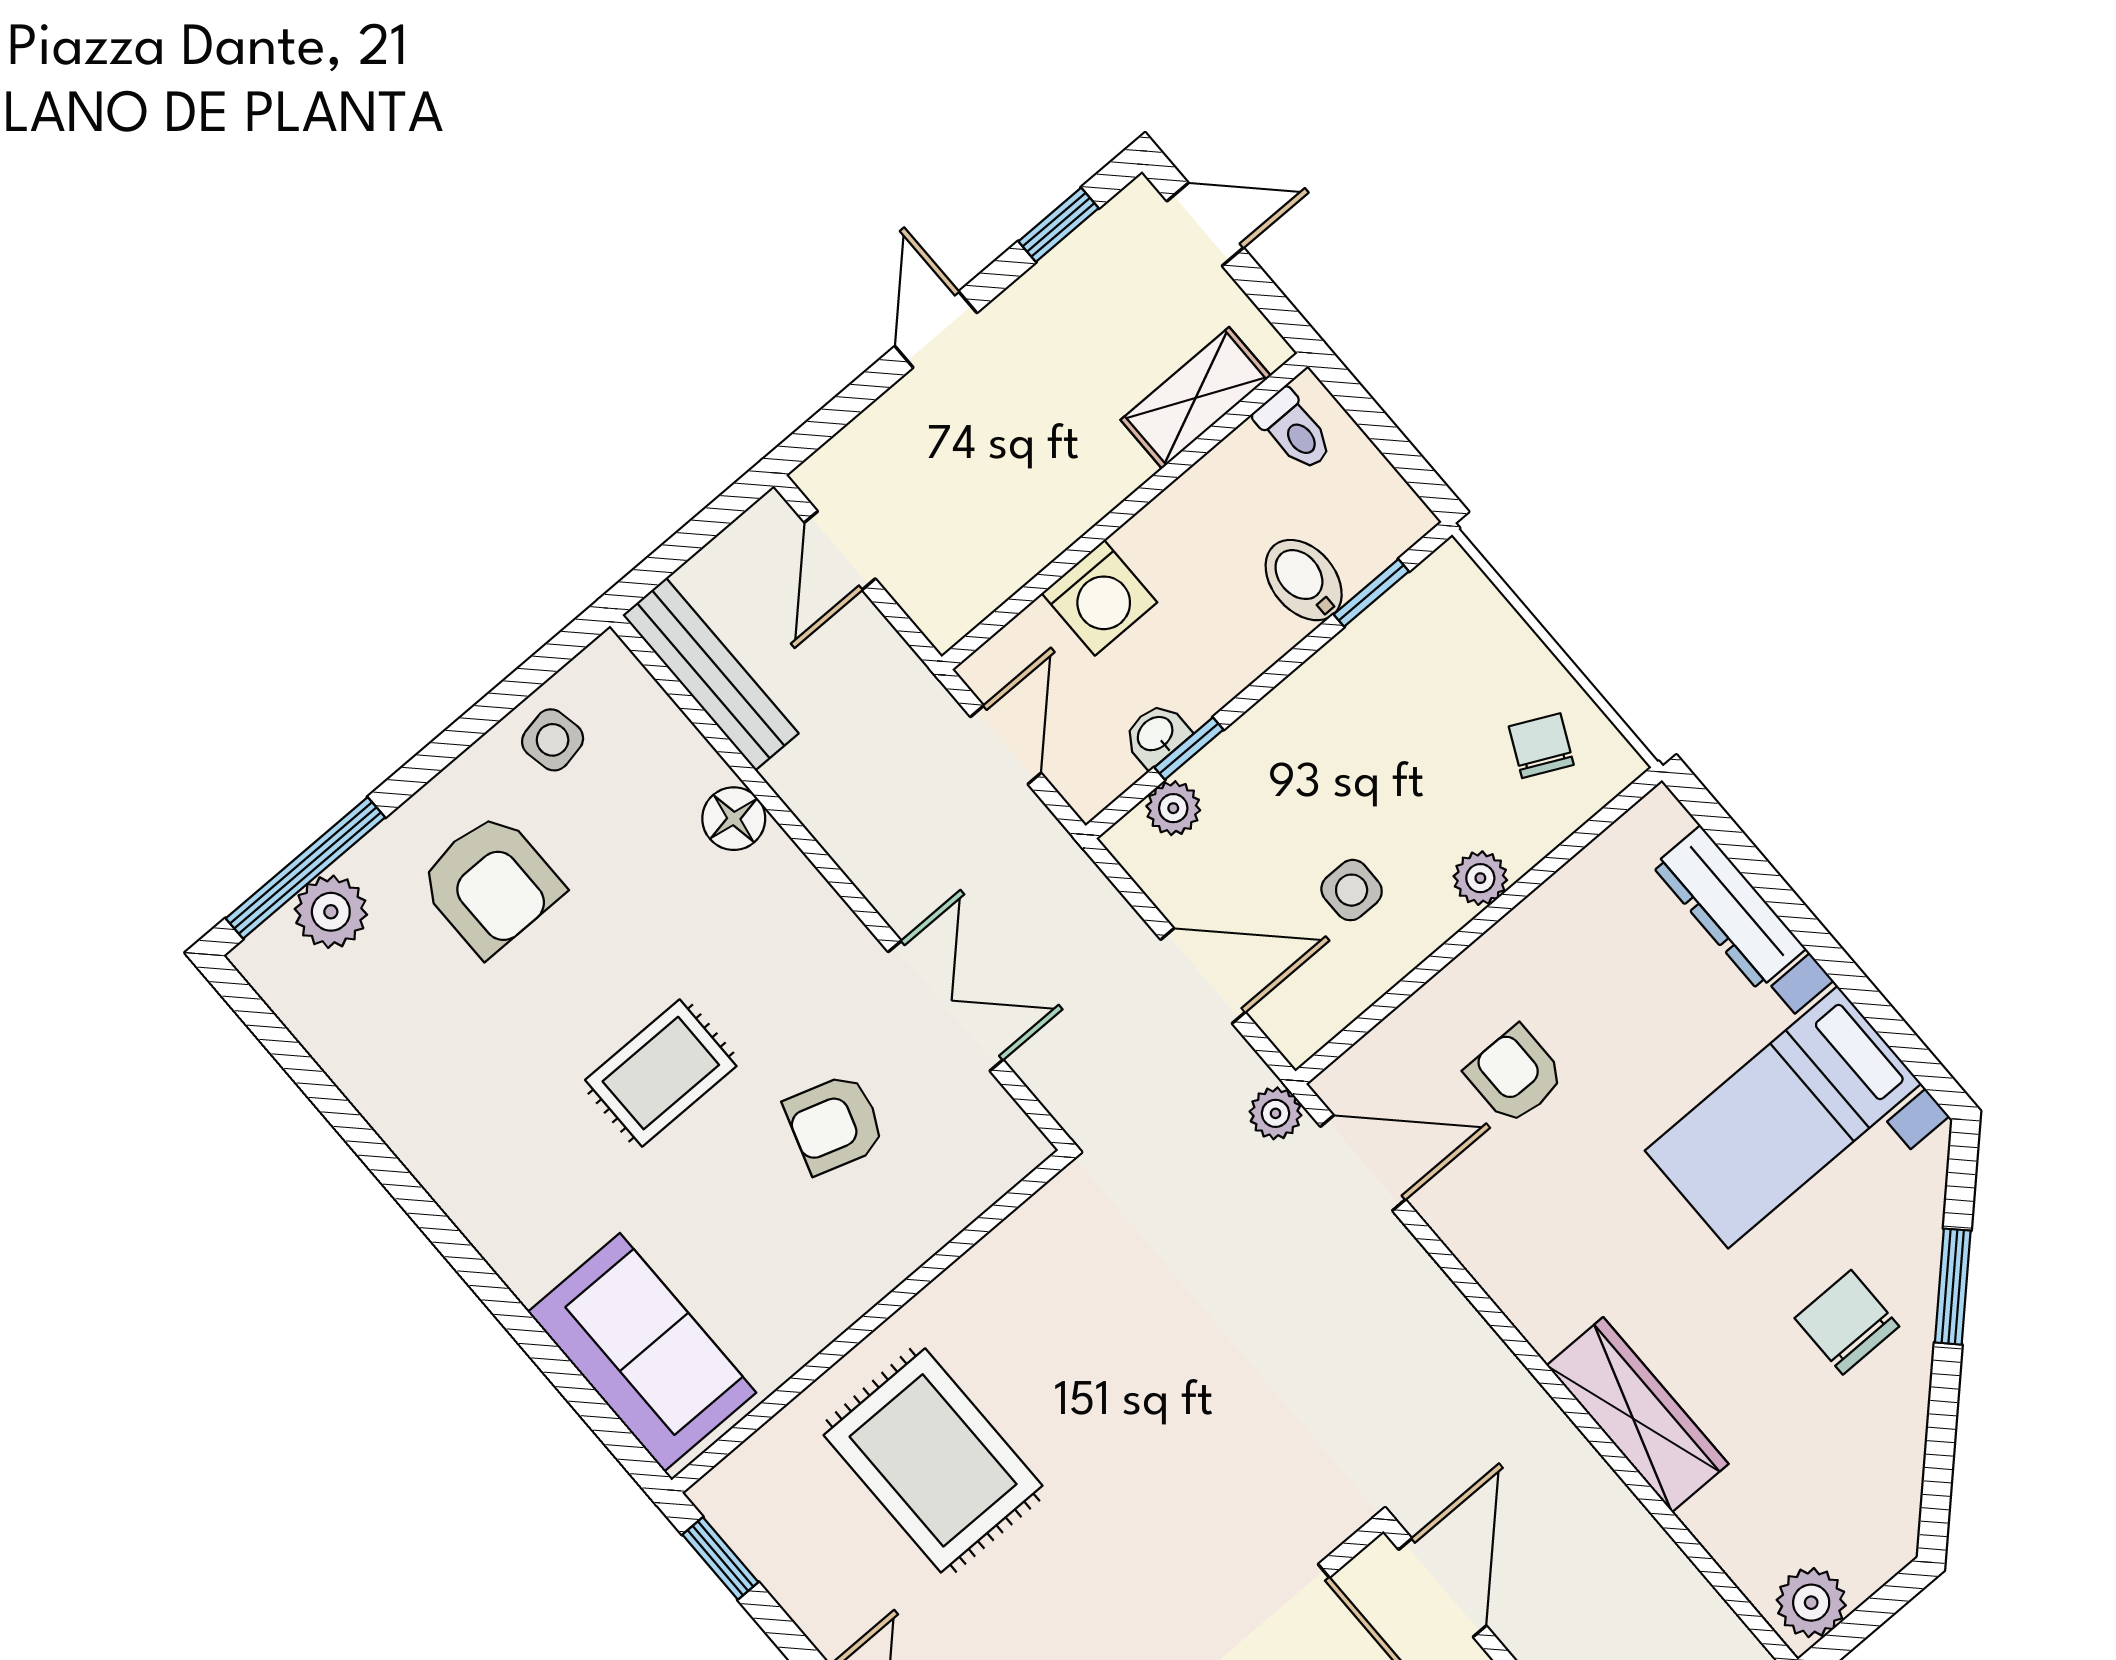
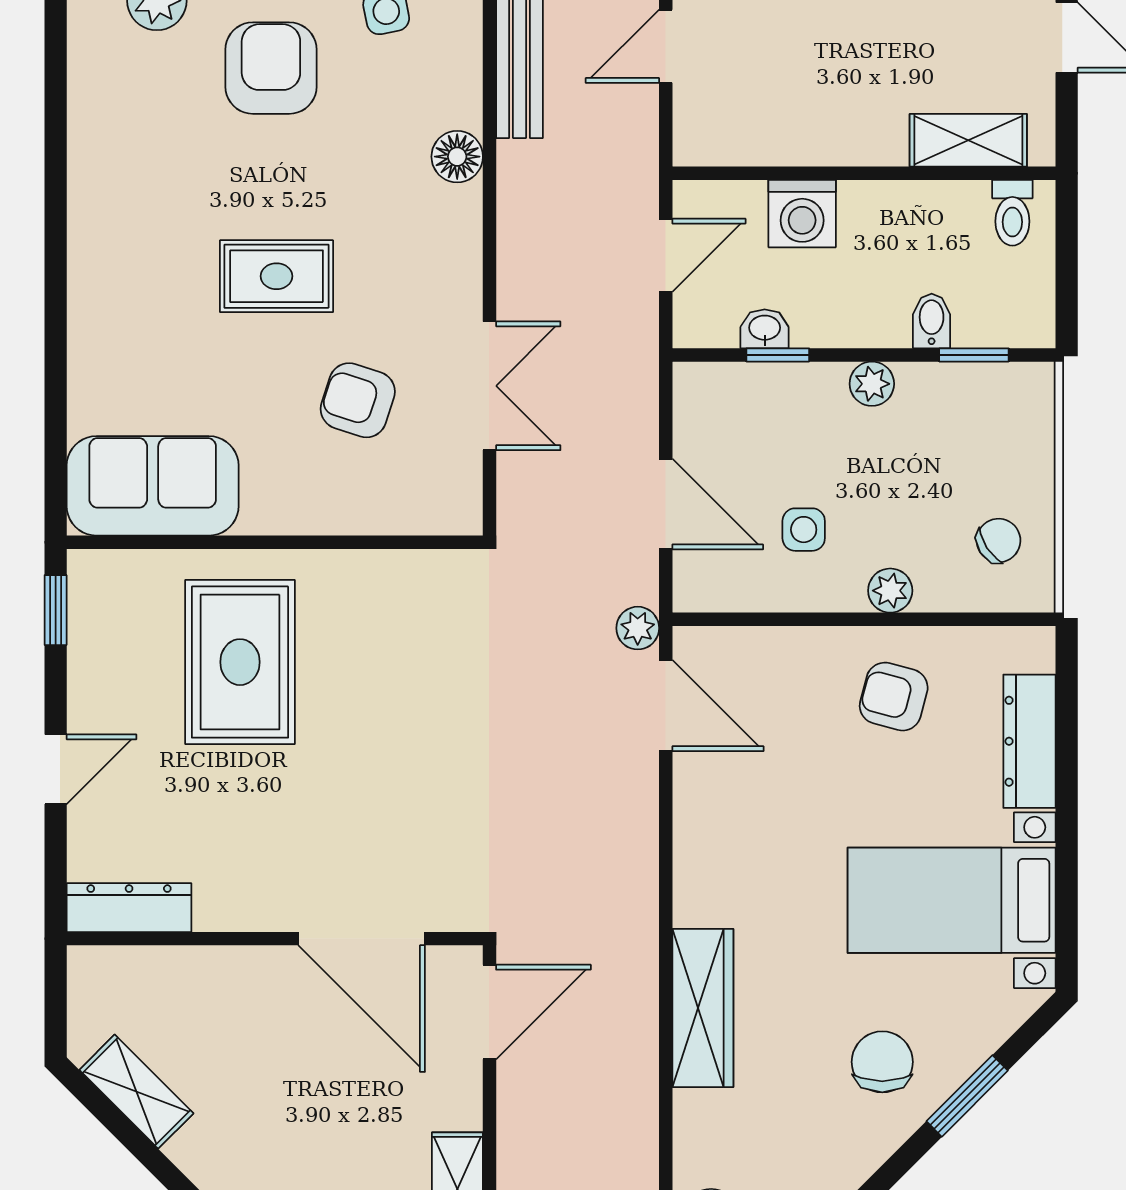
bidet: (1304, 580) -> (932, 321), width x0.72, depth x0.74
chair: (1541, 746) -> (999, 540), turned 31
plant: (1173, 808) -> (872, 384), moved
armchair: (491, 884) -> (271, 68), turned 180
armchair: (1515, 1075) -> (894, 697), moved, turned -75
sofa: (642, 1352) -> (153, 486), moved, turned -90

